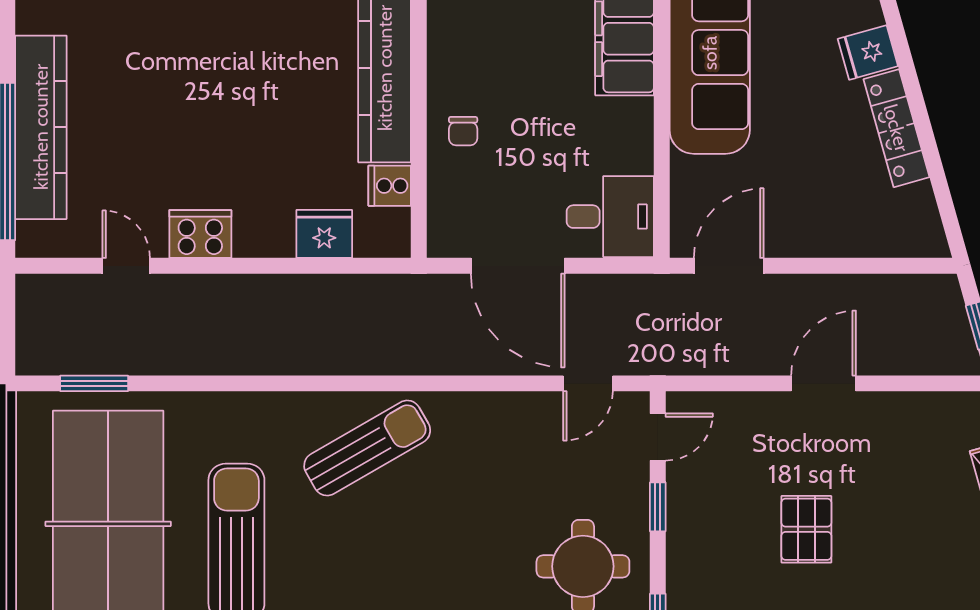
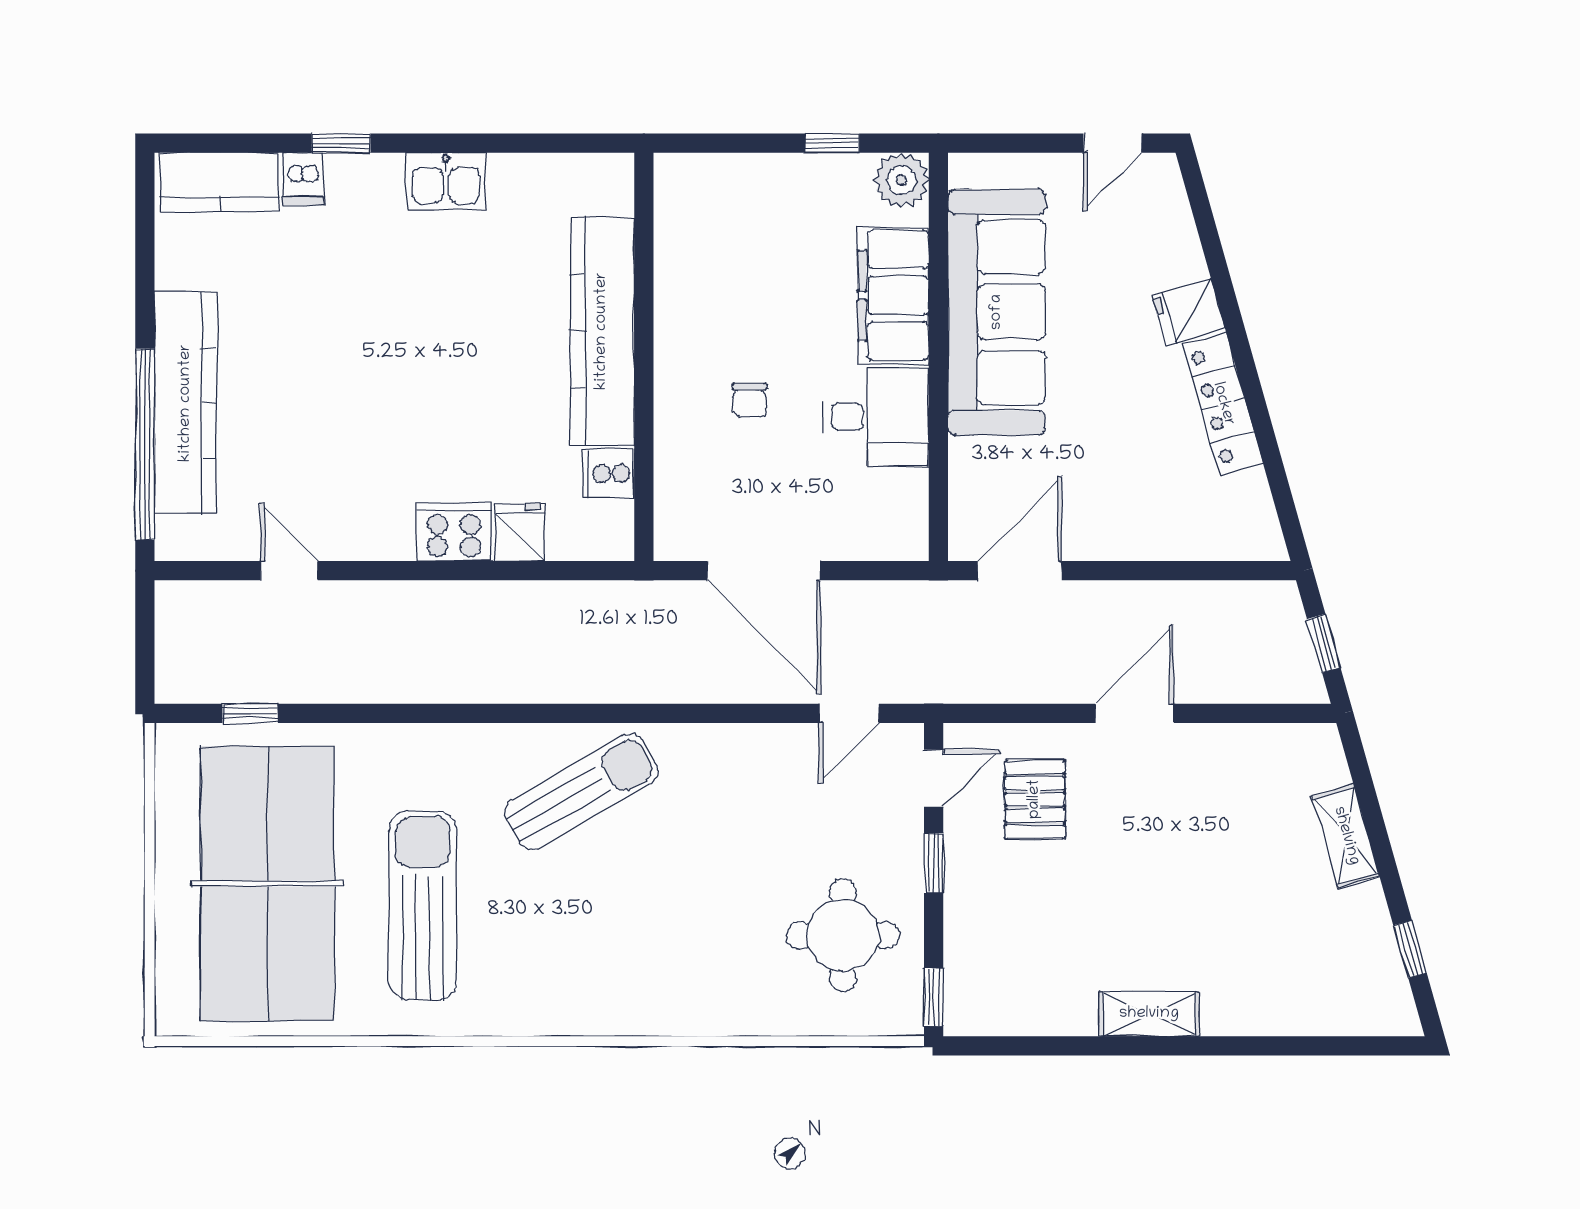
chair: (463, 131) -> (750, 400), moved
desk: (610, 217) -> (876, 417), moved
cooker: (200, 234) -> (454, 532), moved
fridge: (324, 234) -> (520, 532), width x0.72
window: (94, 383) -> (250, 713), width x0.67
pallet: (806, 529) -> (1035, 799), moved

